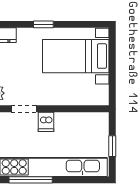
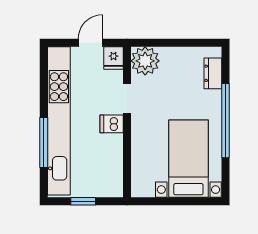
window: (43, 24) -> (225, 121), width x3.17
window: (31, 180) -> (44, 142), moved

